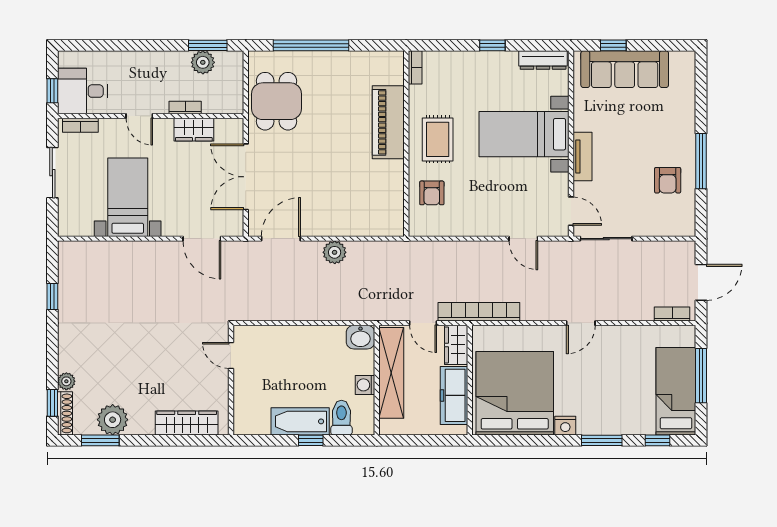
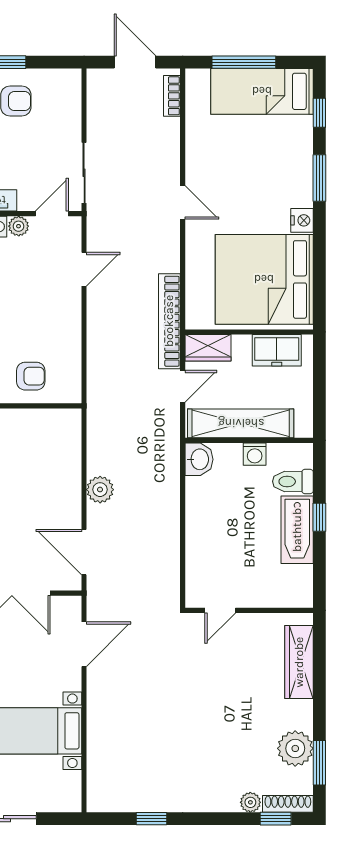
plant: (560, 182) -> (19, 226), added
freezer: (454, 395) -> (277, 350), width x0.71

